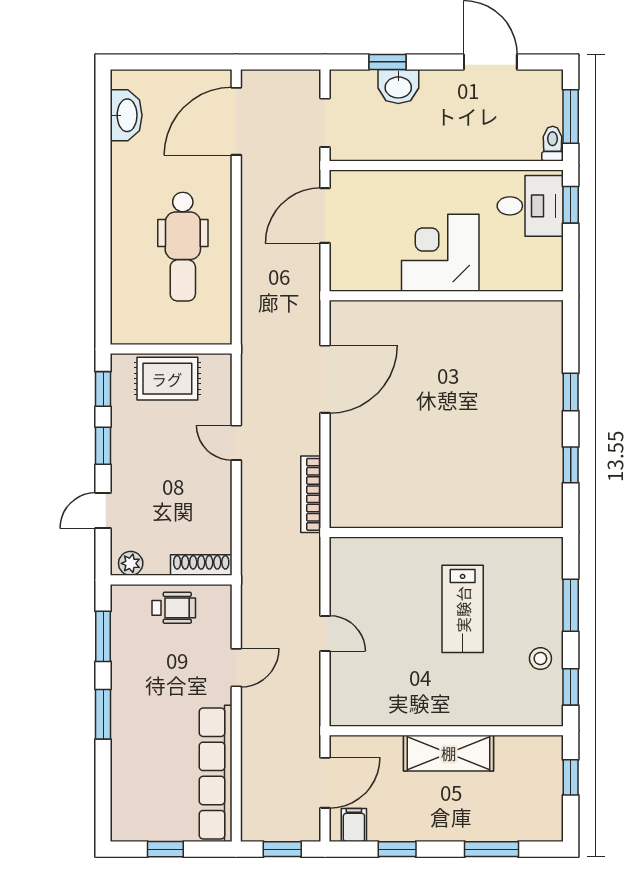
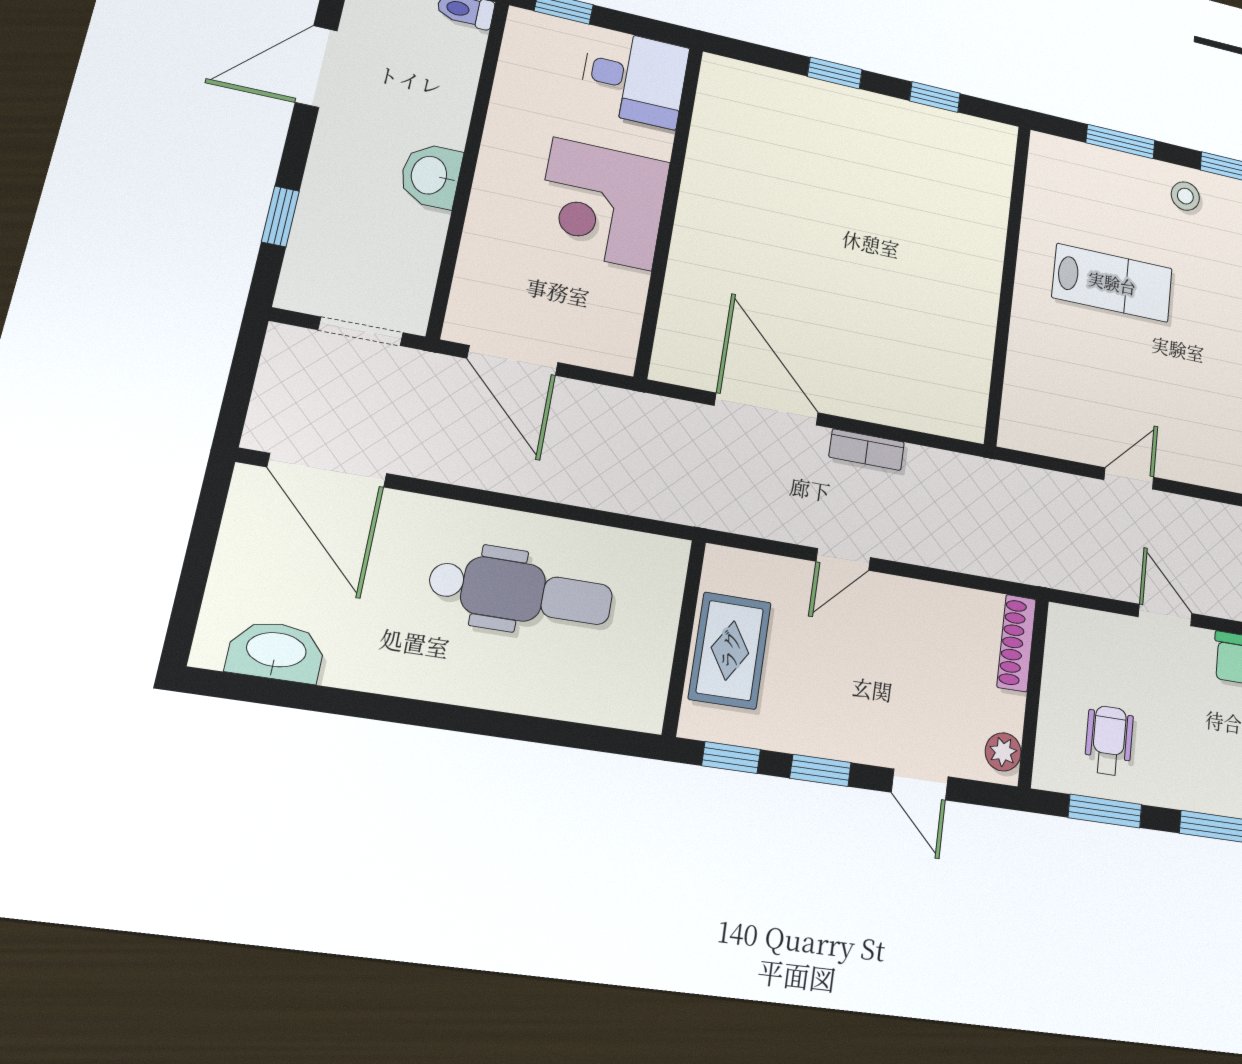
washbasin: (398, 86) -> (431, 176), moved, turned 180
desk: (530, 206) -> (634, 78), moved, turned 90
bookcase: (311, 494) -> (867, 450), moved, width x0.64
wheelchair: (174, 608) -> (1109, 740), moved

